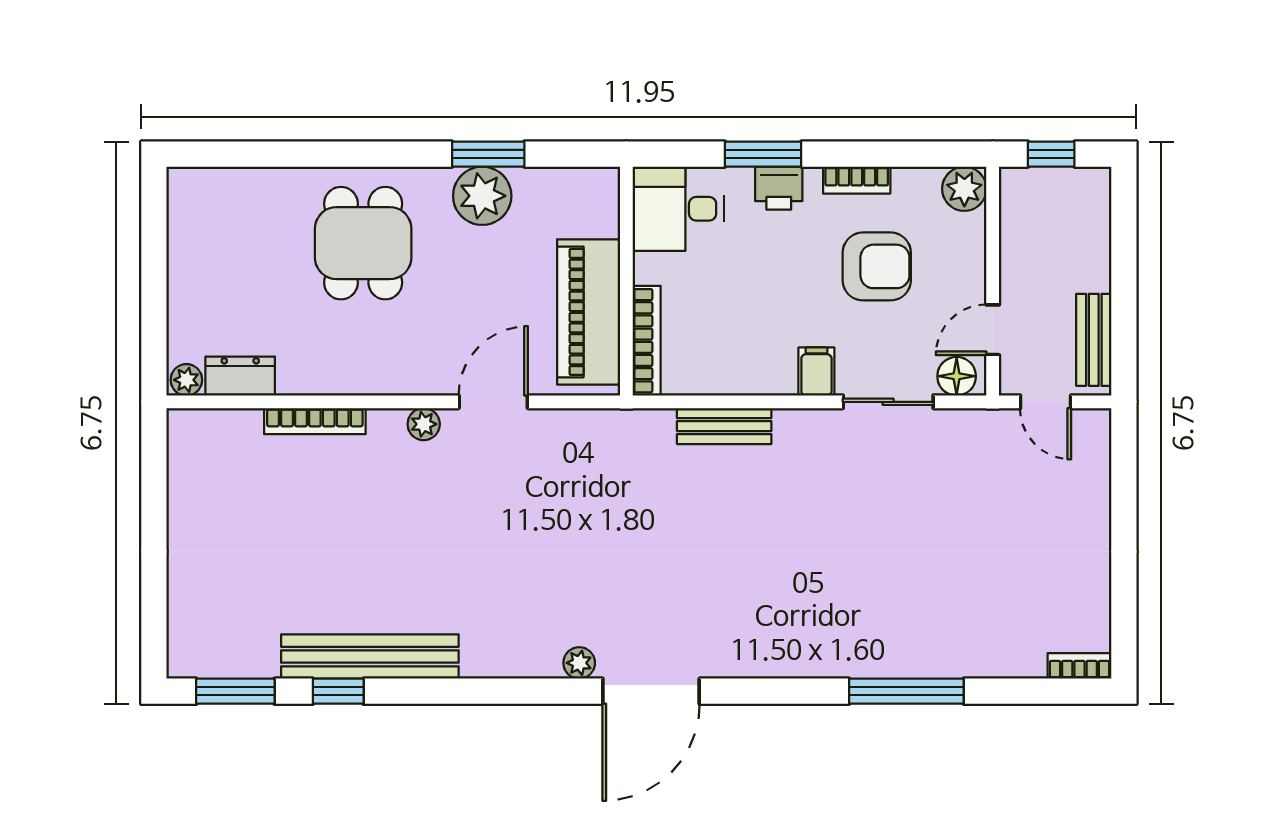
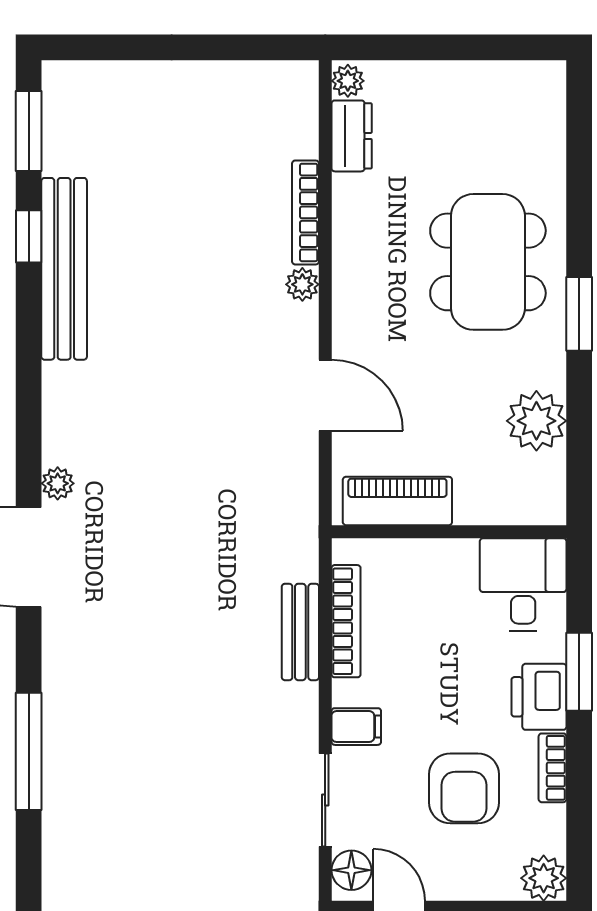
window: (488, 154) -> (579, 314), moved
printer: (779, 188) -> (539, 697), width x1.36, depth x1.24
plant: (482, 196) -> (536, 421), moved
dining table: (363, 243) -> (488, 262), width x1.38
piano: (589, 312) -> (397, 501), width x0.73, depth x0.75
bookcase: (647, 341) -> (346, 621), moved, turned -90
plant: (424, 424) -> (302, 284), moved
window: (906, 691) -> (29, 751), moved

